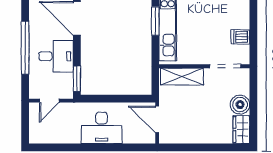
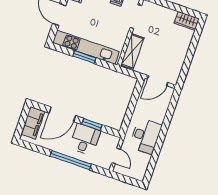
window: (77, 79) -> (92, 125), moved
boiler: (240, 105) -> (168, 16), removed
desk: (102, 128) -> (146, 136), moved

